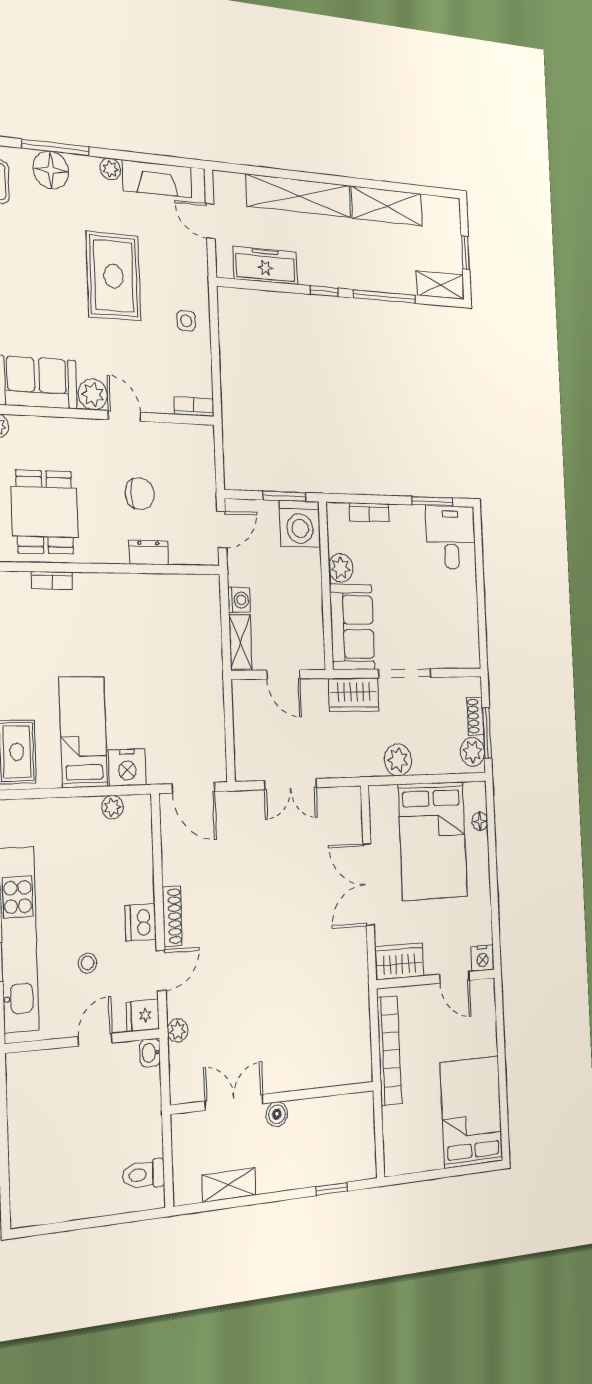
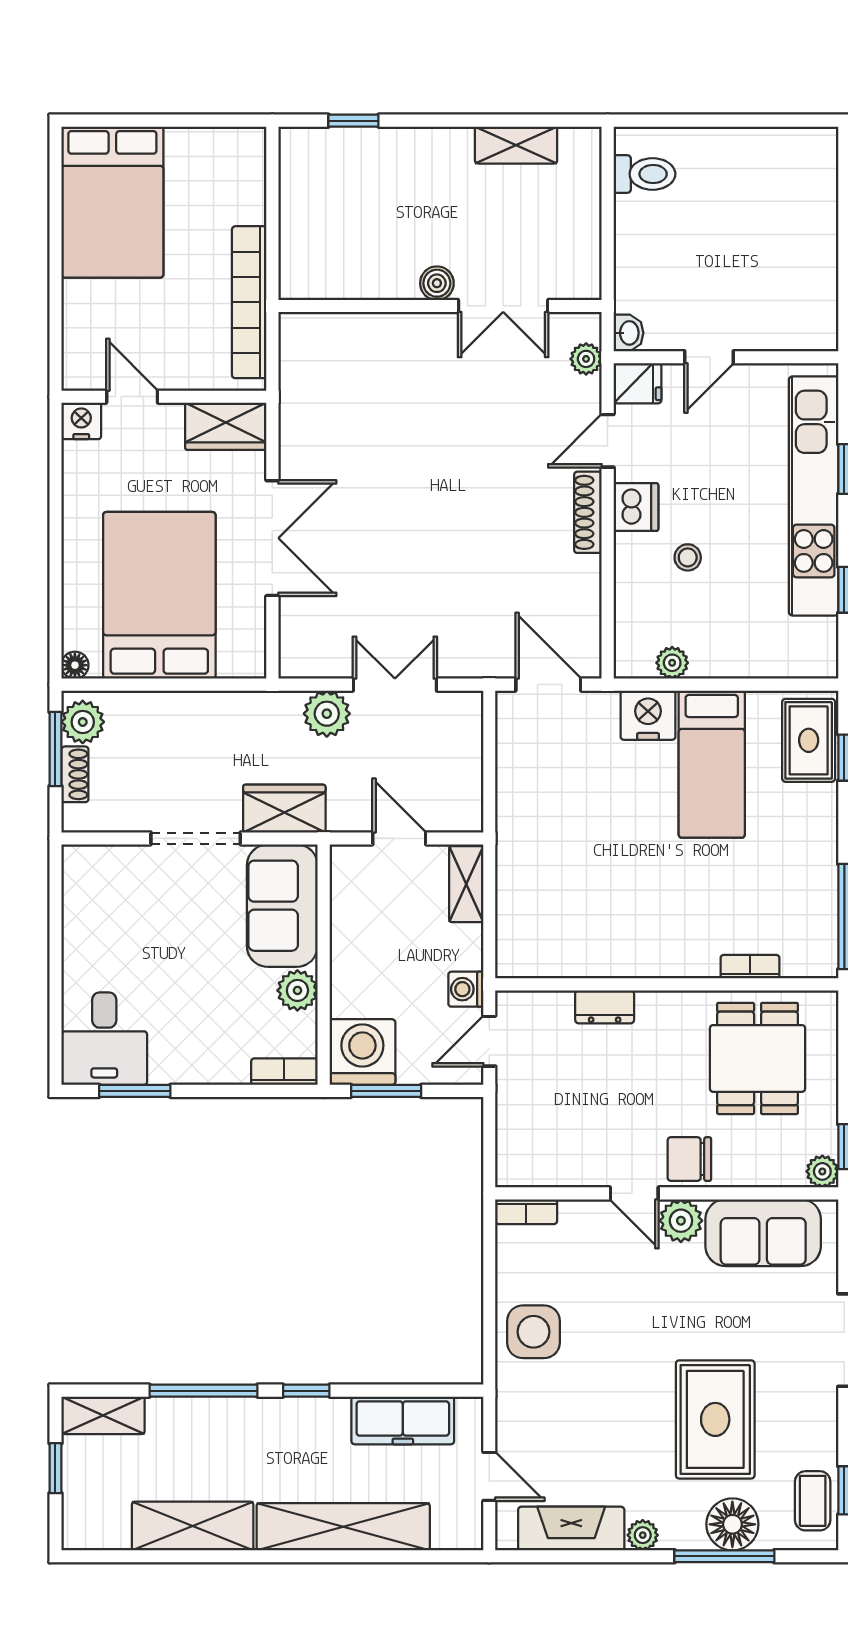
rug: (113, 276) -> (715, 1419), moved
side table: (186, 321) -> (533, 1332), width x1.87, depth x1.87
chair: (140, 494) -> (689, 1159), moved
bookcase: (369, 512) -> (284, 1072), moved
washing machine: (239, 600) -> (466, 989), moved
plant: (398, 760) -> (327, 714), moved
floor lamp: (480, 821) -> (75, 665), moved
stool: (88, 963) -> (688, 557), moved
wall: (274, 1098) -> (440, 306), moved
double door: (234, 1102) -> (503, 306), moved
boiler: (277, 1114) -> (437, 283), moved

